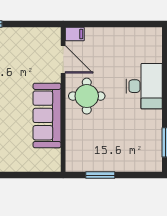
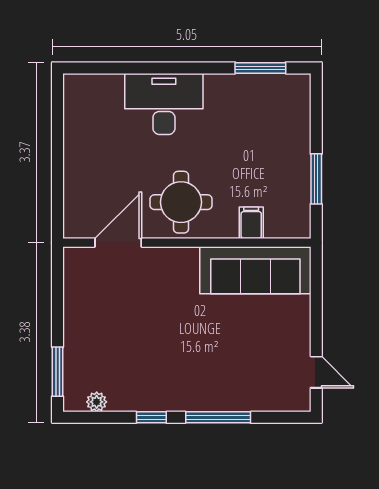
filing cabinet: (75, 34) -> (251, 223), moved
sofa: (47, 115) -> (255, 270), moved

